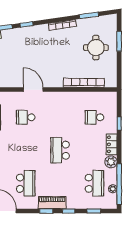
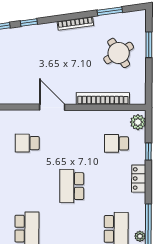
round table: (96, 48) -> (119, 53), turned -32
door: (33, 90) -> (52, 107), moved
plant: (111, 162) -> (138, 122), moved

